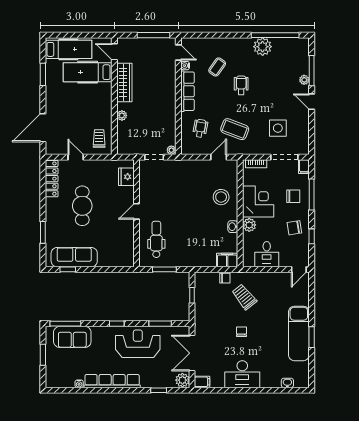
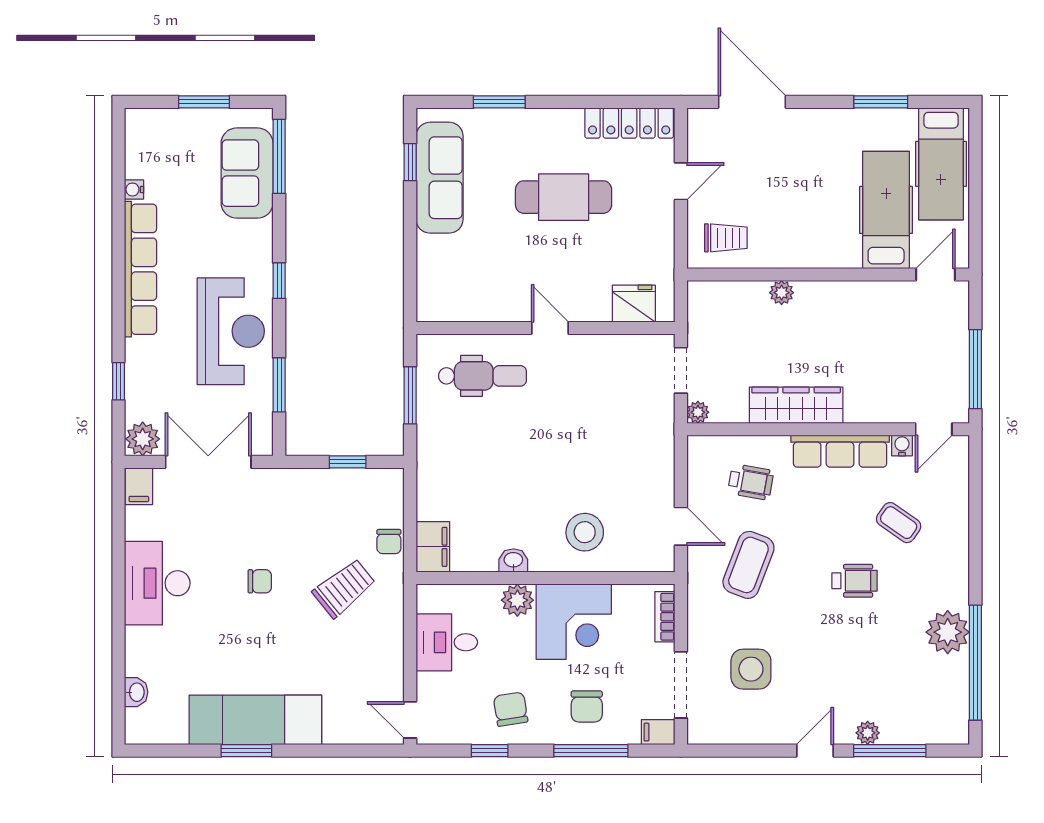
wardrobe: (124, 82) -> (796, 405), moved, turned 180

